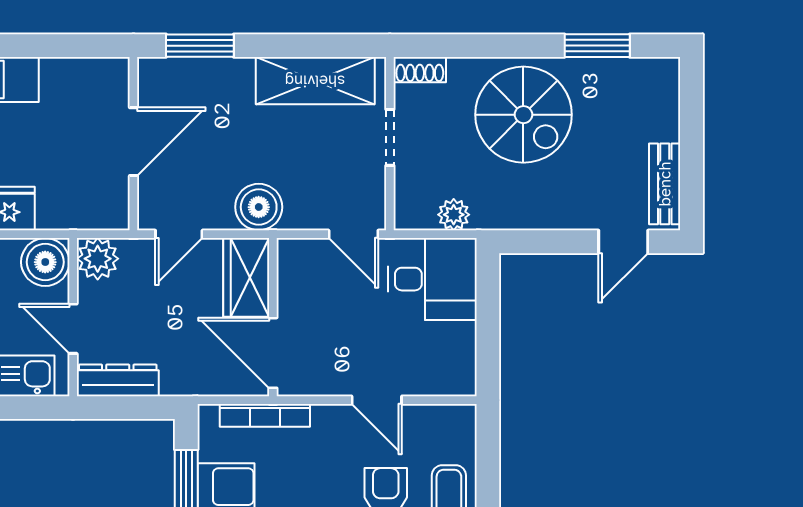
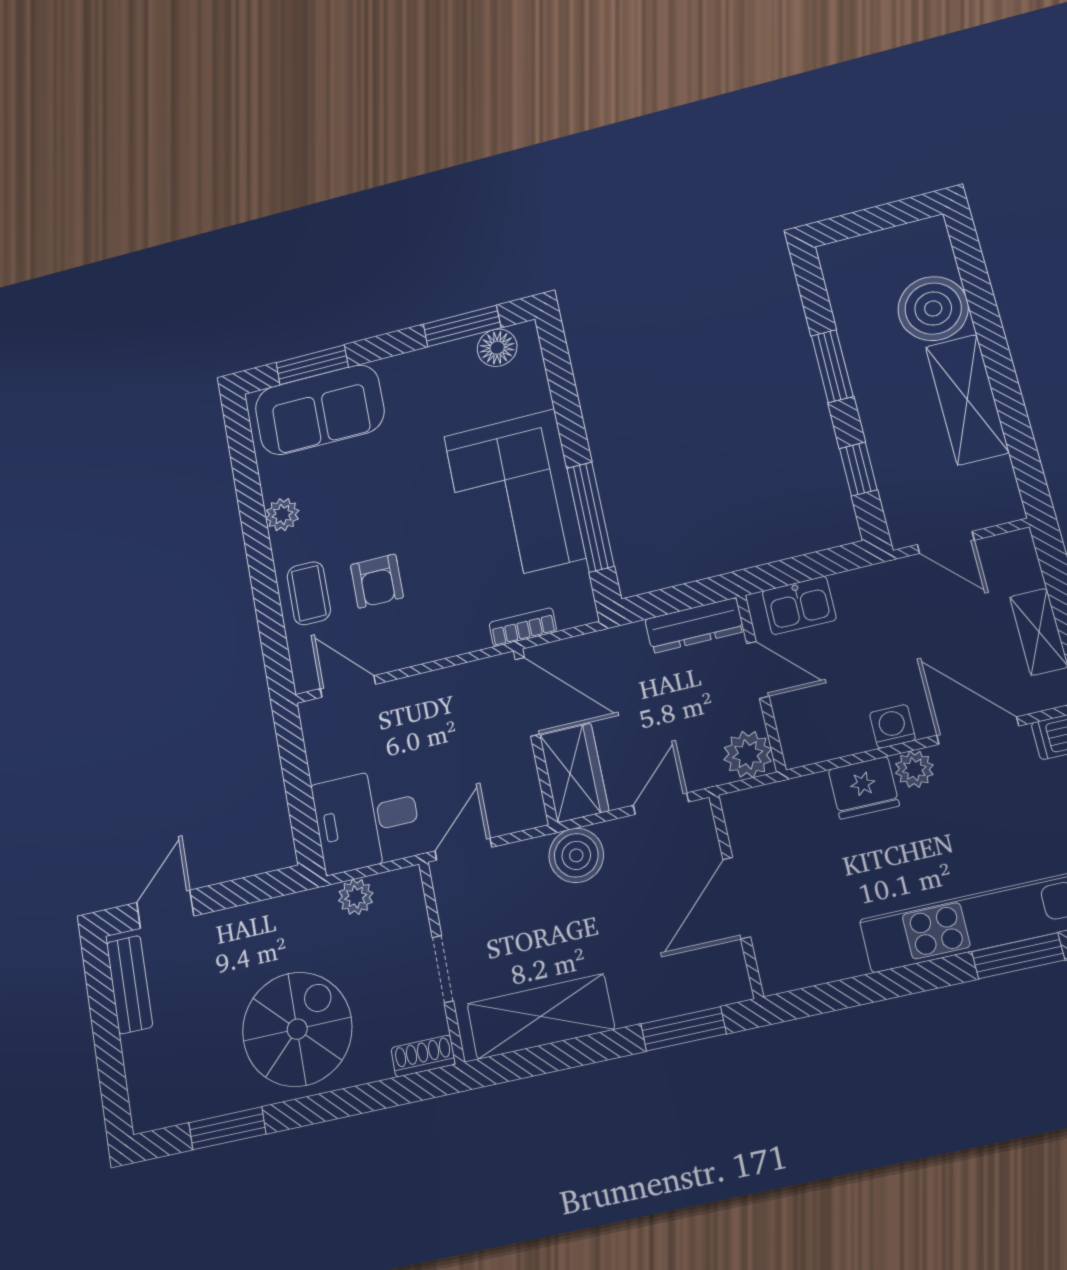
spiral stairs: (523, 115) -> (297, 1029), turned 90
door: (353, 234) -> (463, 849), hinge flipped
boiler: (45, 262) -> (807, 737), removed
door: (377, 400) -> (348, 686), moved
bookcase: (265, 415) -> (523, 627), width x0.64

